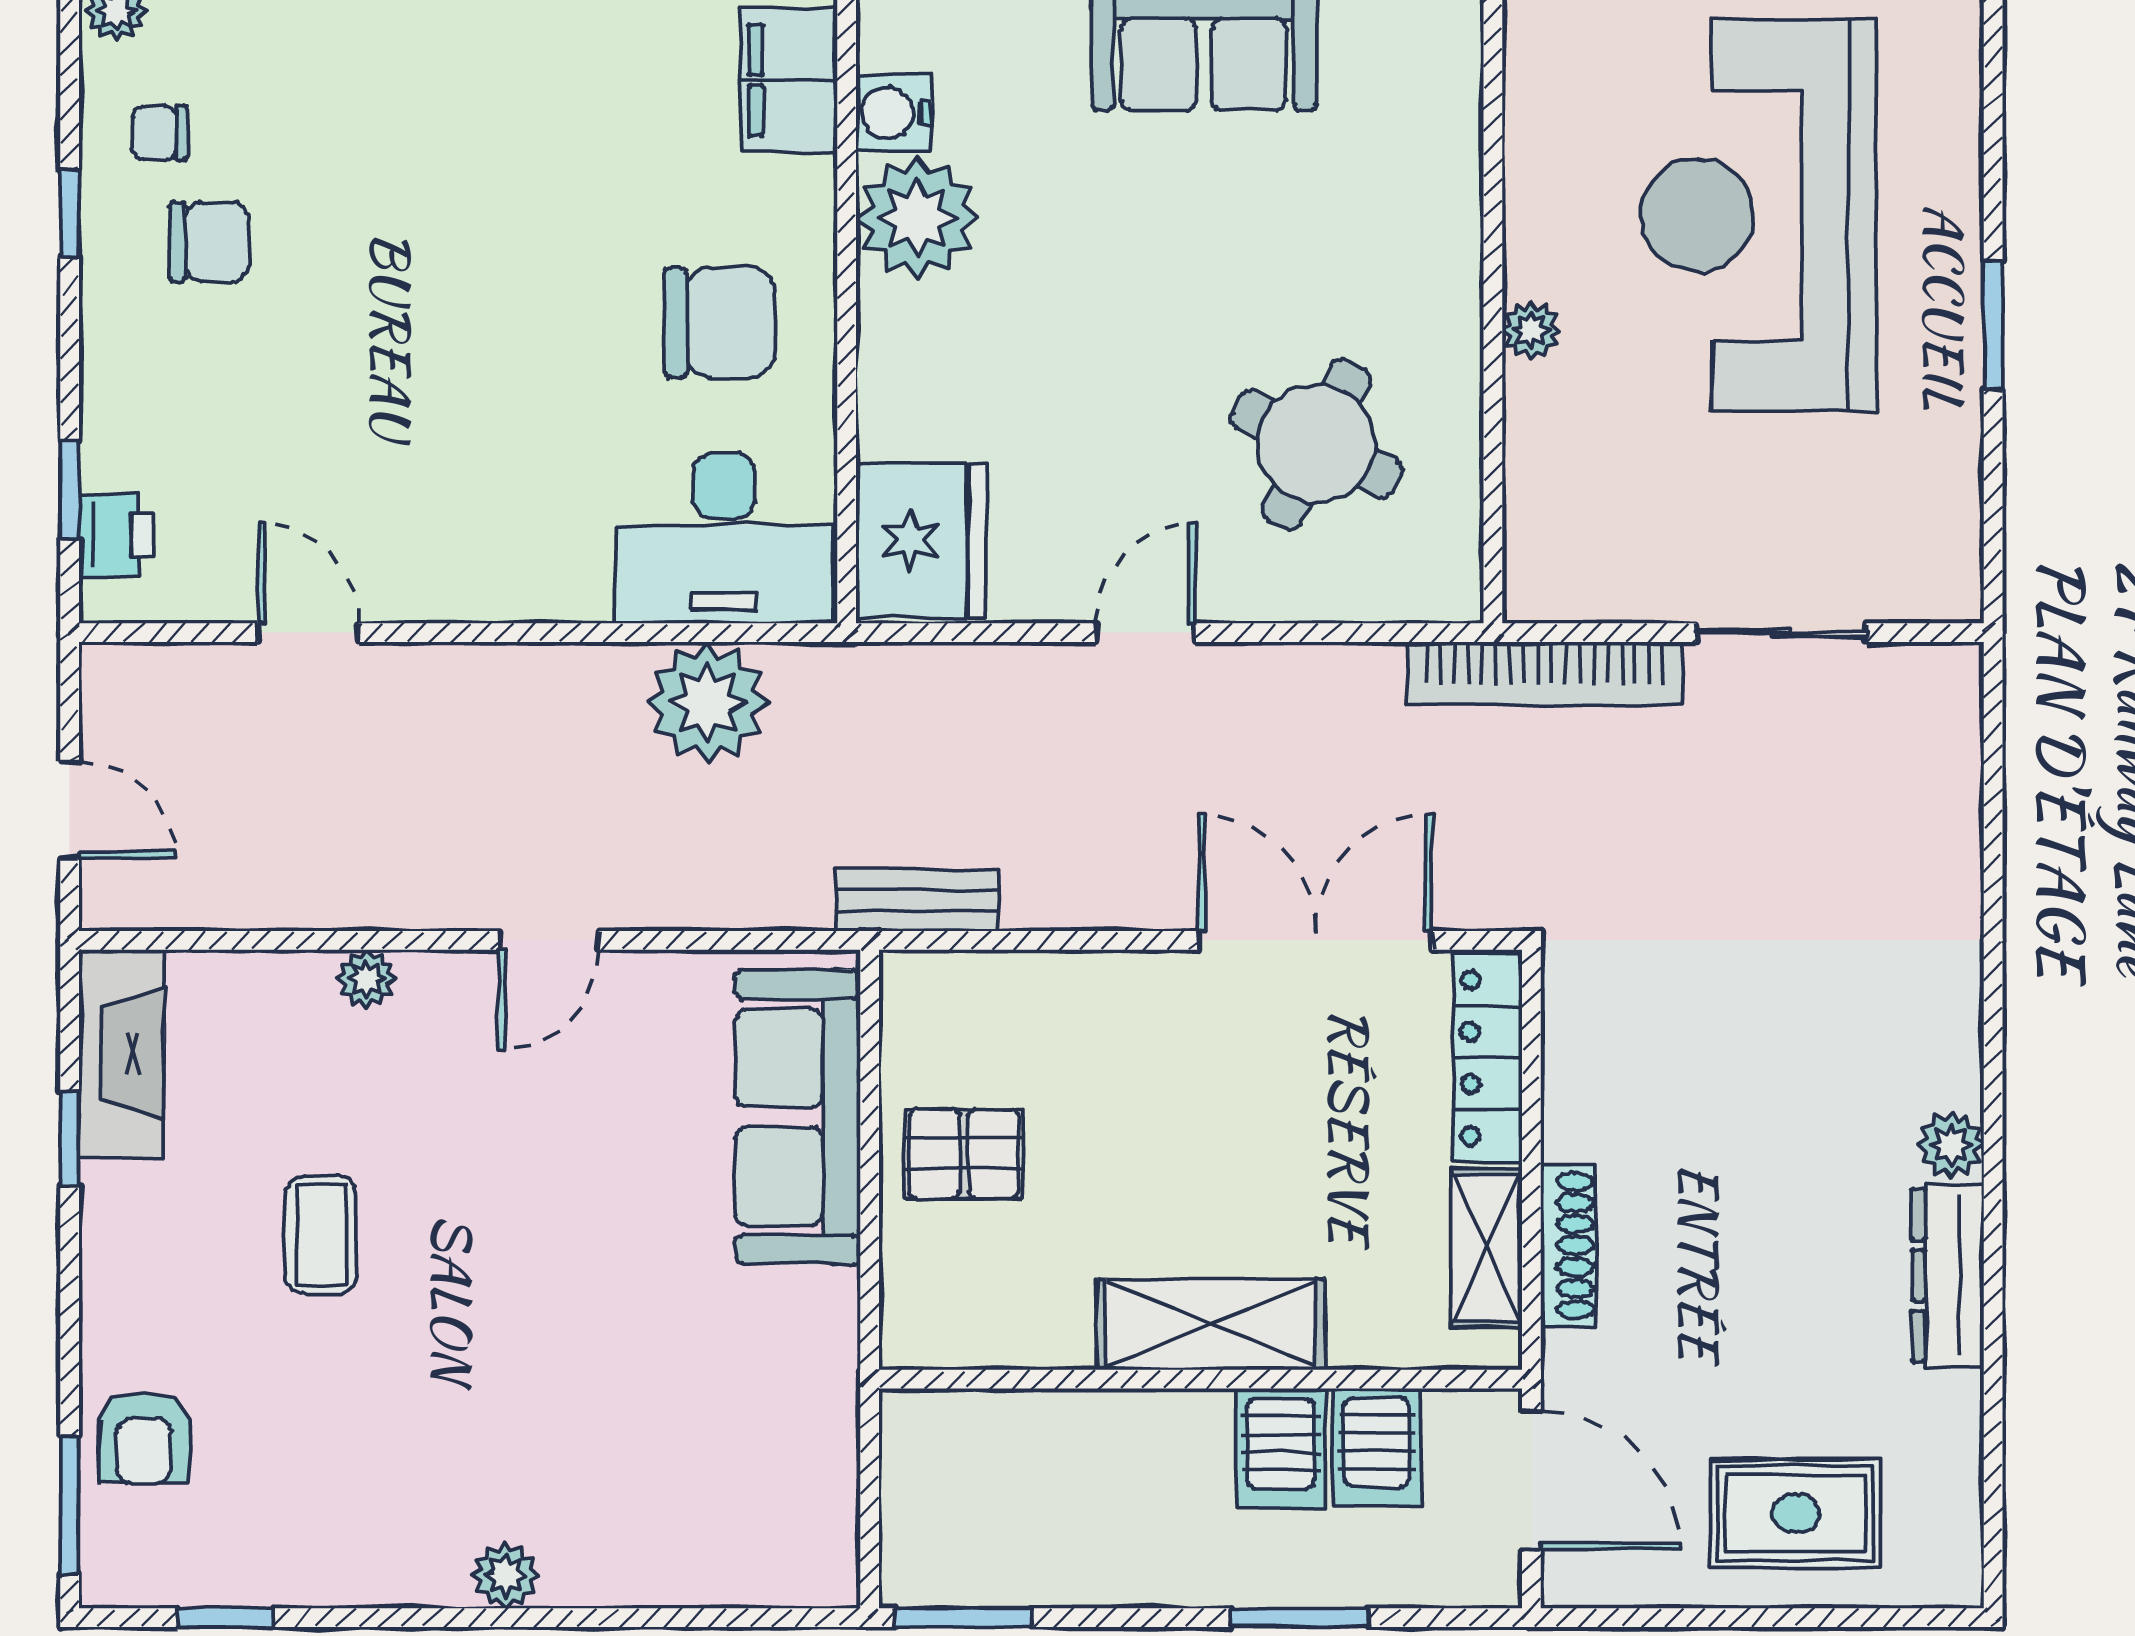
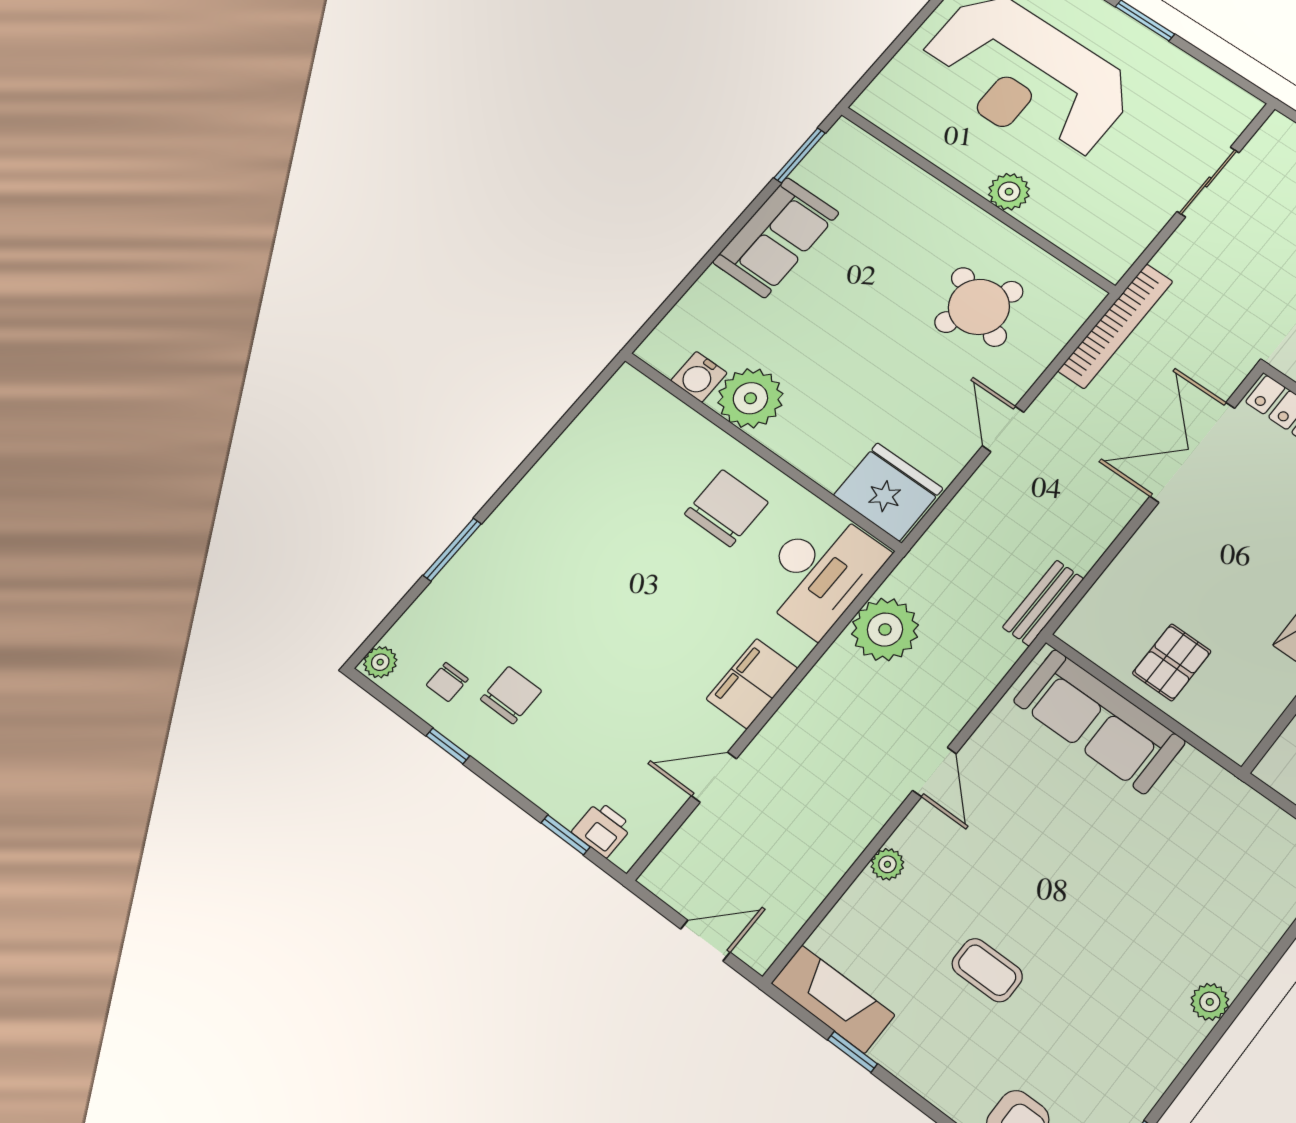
filing cabinet: (789, 80) -> (752, 684), moved, turned 90
plant: (1531, 330) -> (1009, 192), width x1.38, depth x1.38
bookcase: (1545, 673) -> (1116, 326), moved

